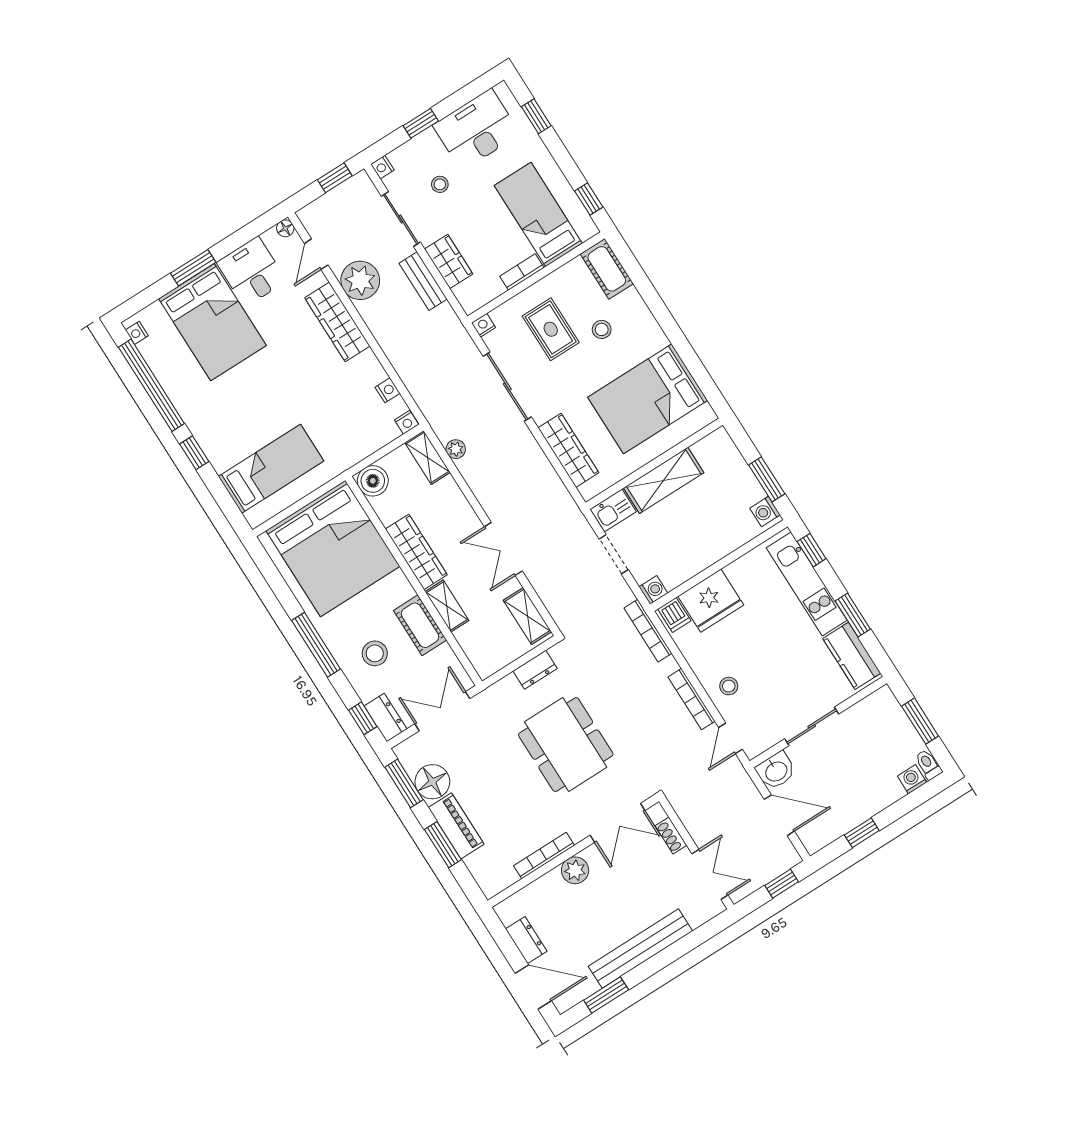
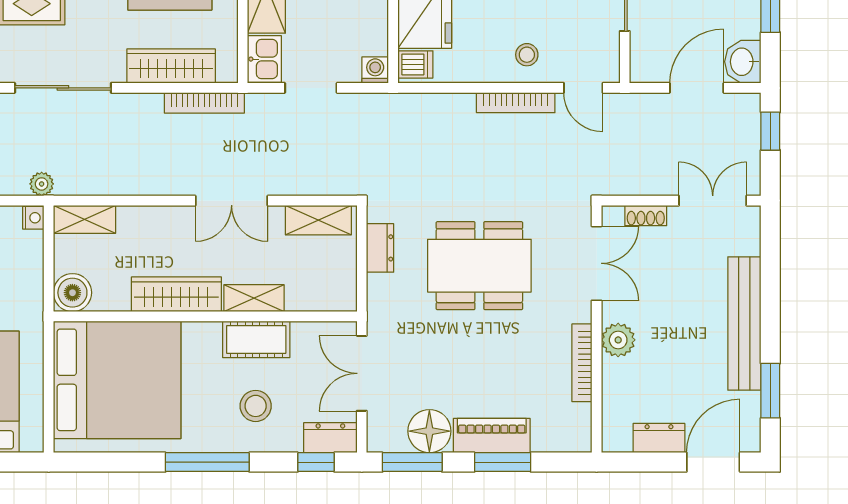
plant: (456, 449) -> (42, 184), moved
bookcase: (648, 631) -> (204, 103), moved
washbasin: (776, 771) -> (743, 62), moved, turned 180

